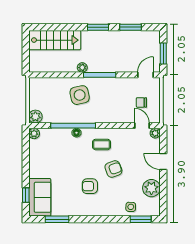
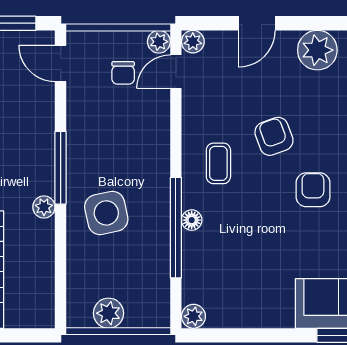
plant: (35, 117) -> (108, 313), moved
plant: (155, 118) -> (159, 42), added
armchair: (90, 186) -> (313, 190), turned 180

